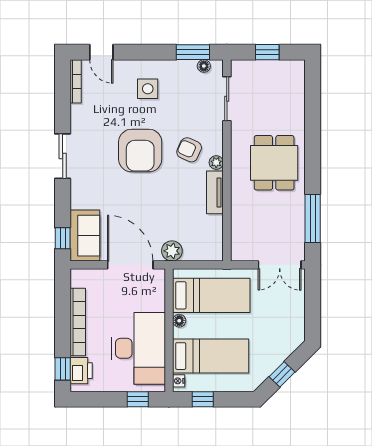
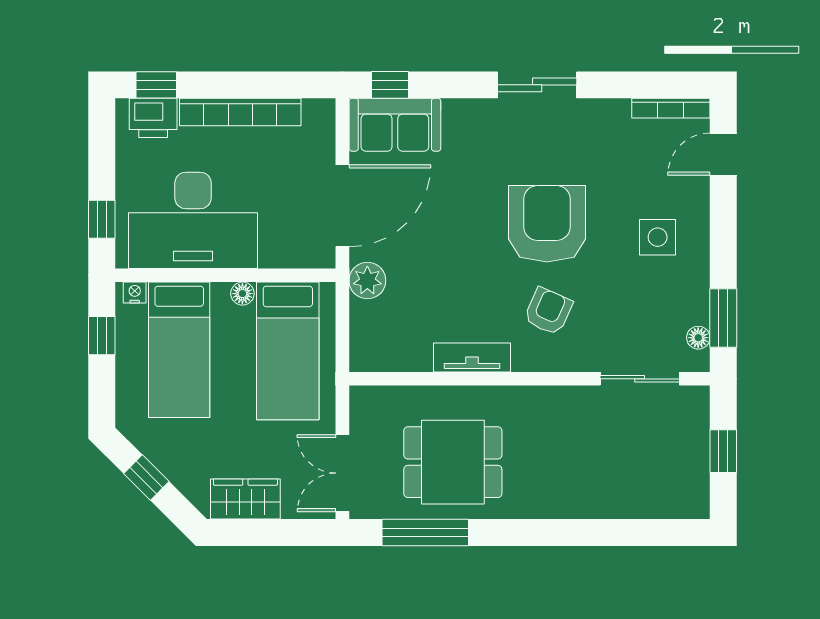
armchair: (140, 151) -> (547, 224), turned 90
plant: (216, 162) -> (526, 360), removed
dining table: (274, 163) -> (453, 462), moved
wardrobe: (294, 319) -> (245, 499), added

